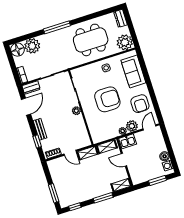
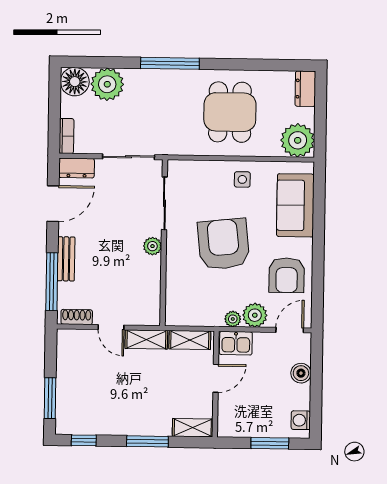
dining table: (91, 40) -> (230, 112), width x0.73
armchair: (107, 99) -> (224, 244), turned -96
window: (37, 141) -> (52, 282), width x2.17
boiler: (165, 156) -> (301, 373), moved
door: (124, 160) -> (216, 378), swing flipped

